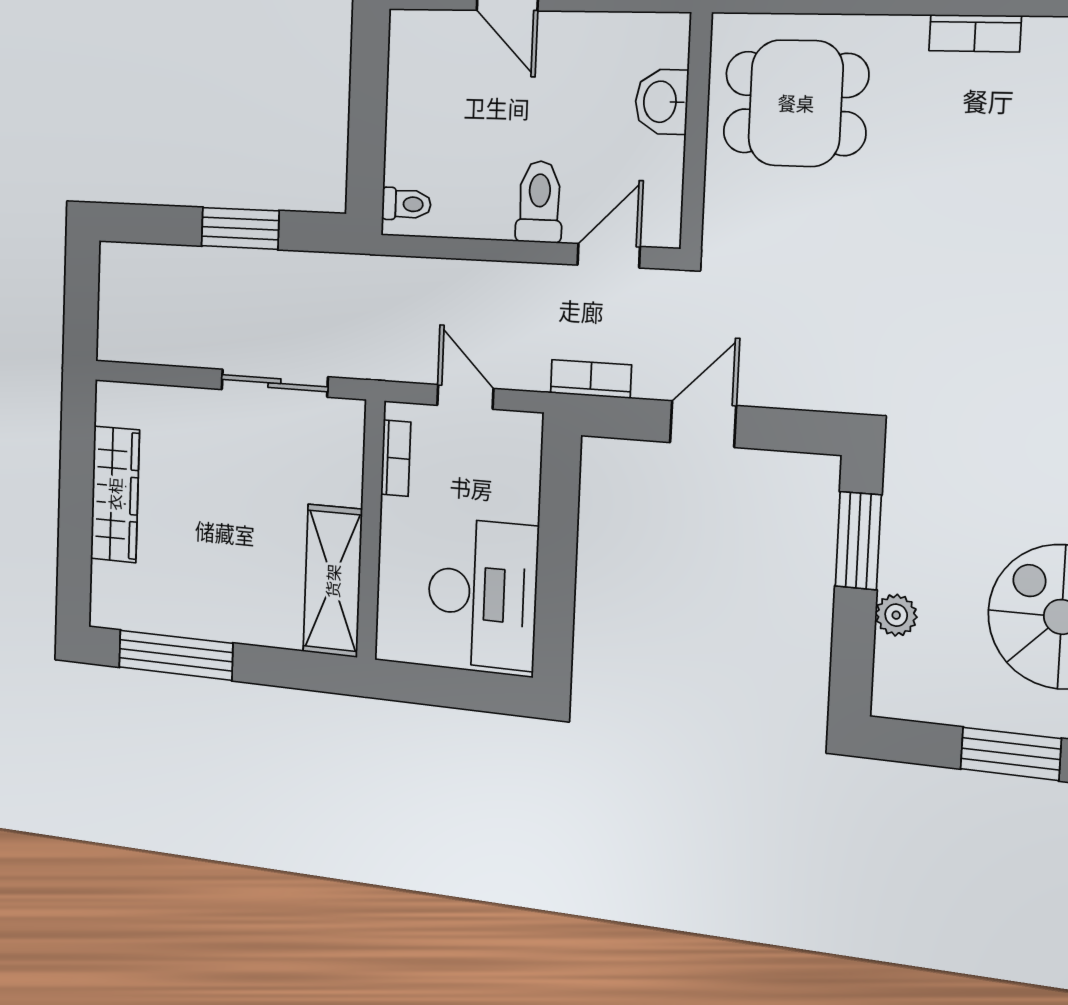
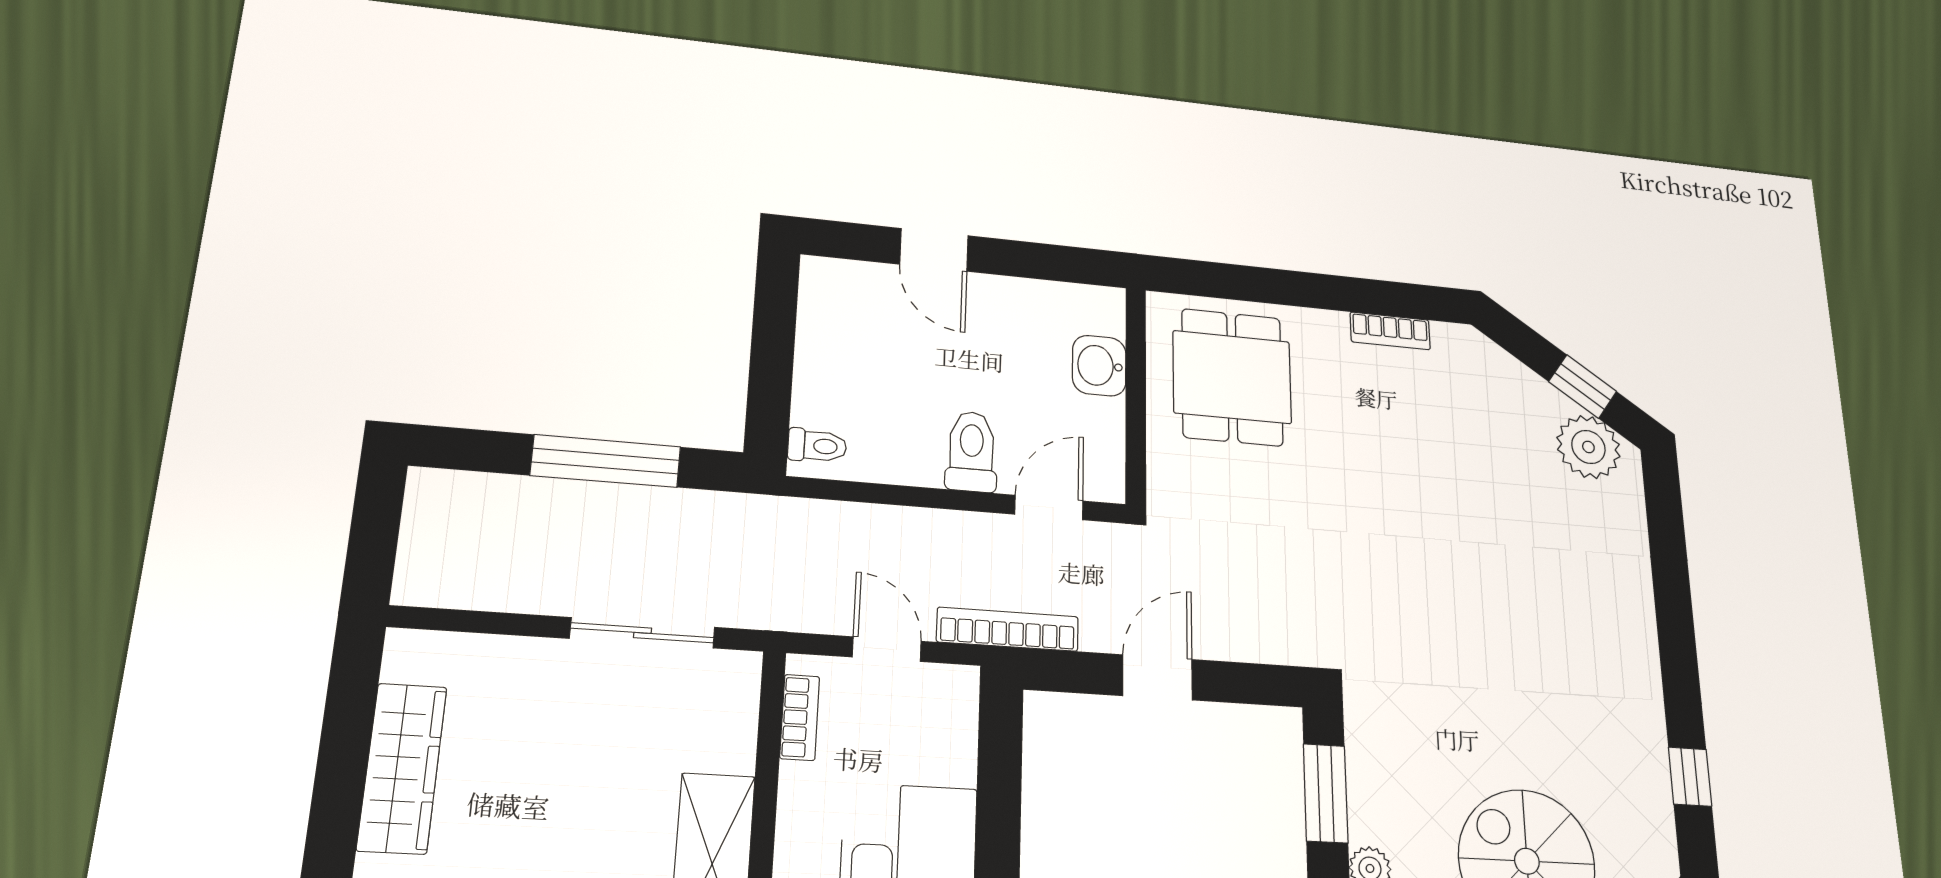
dining table: (796, 103) -> (1232, 377), turned 90
window: (240, 228) -> (606, 461), width x1.44
bookcase: (591, 379) -> (1008, 629), width x1.56

